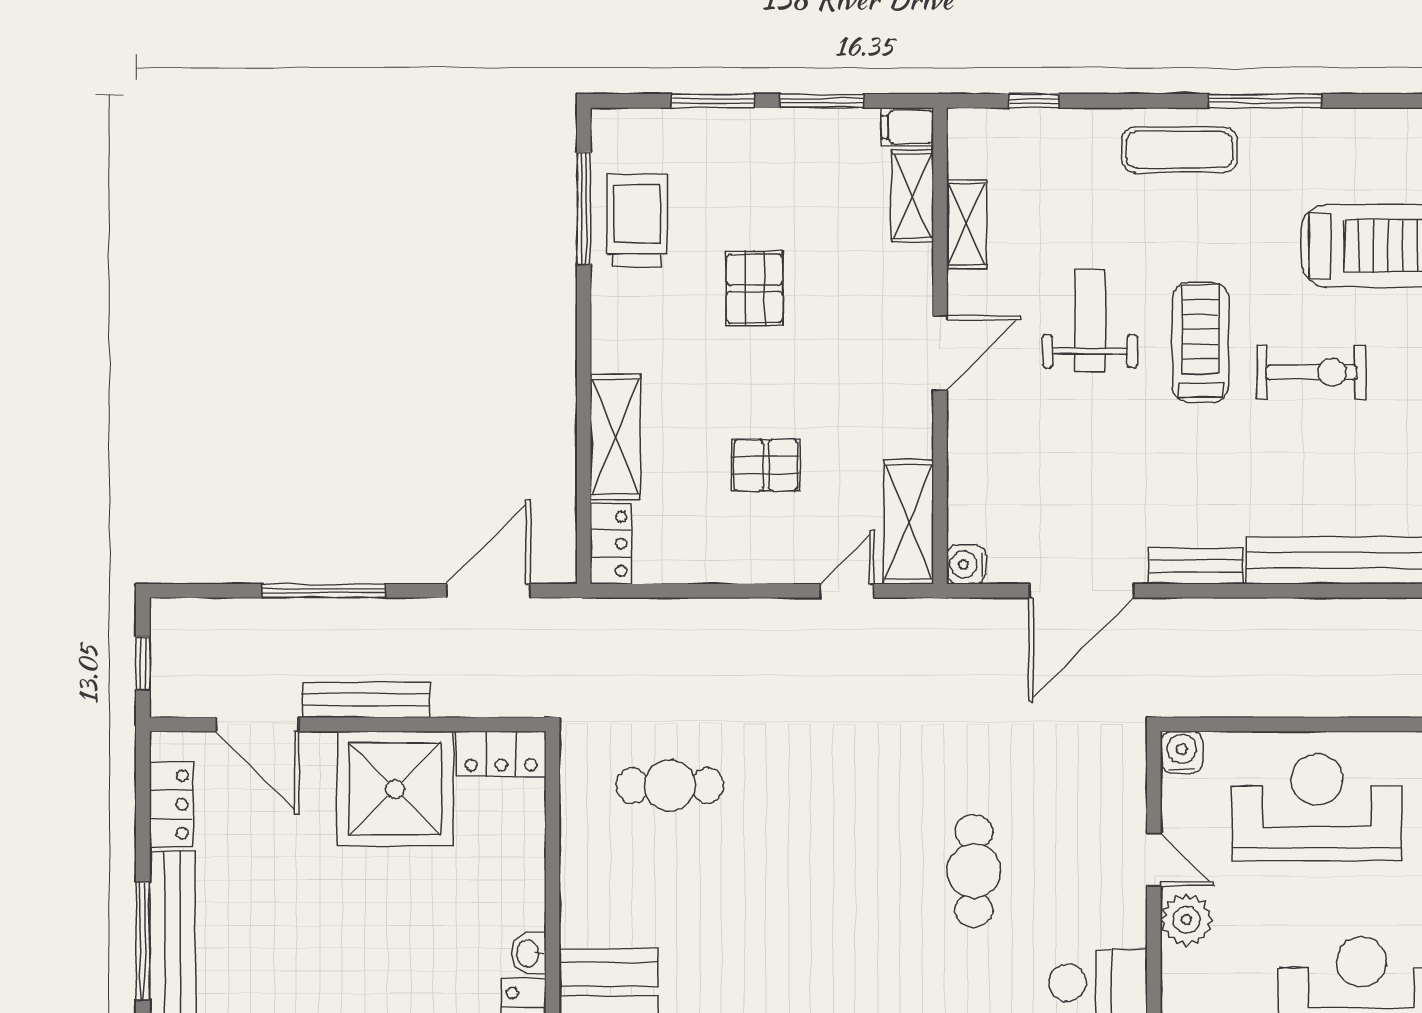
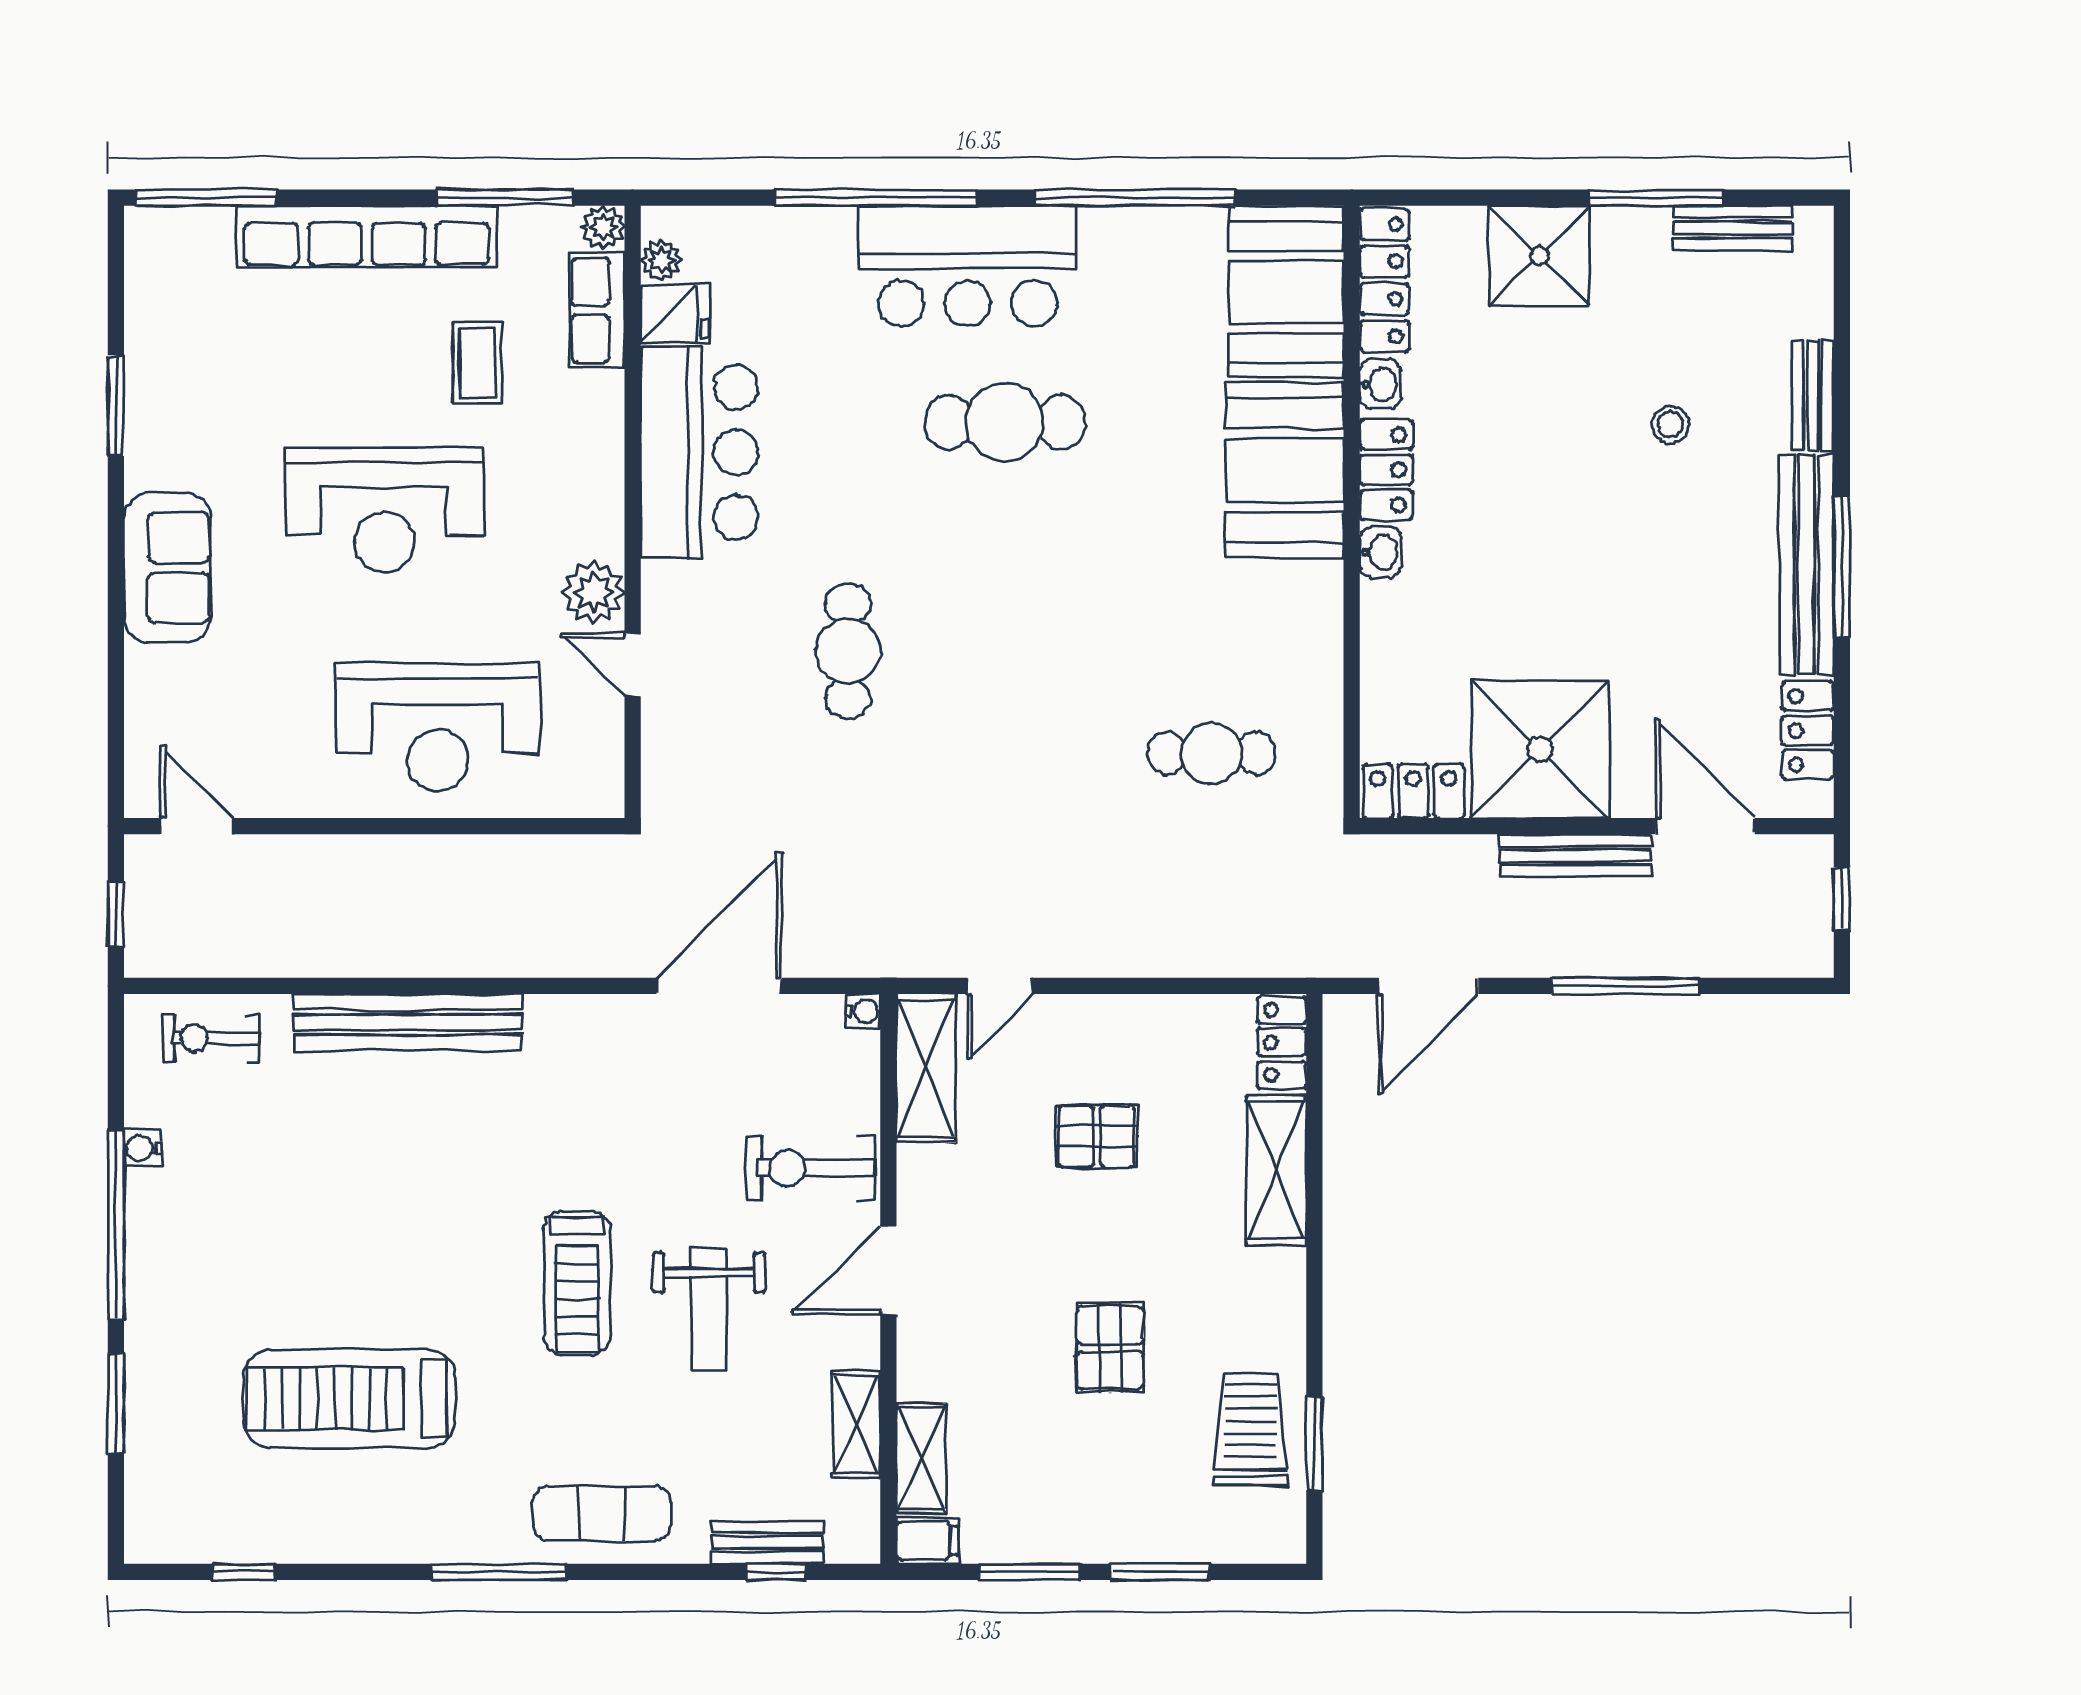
window: (584, 208) -> (1314, 1444), width x0.69
trolley: (637, 220) -> (1251, 1429), turned 180
exercise bike: (1311, 372) -> (810, 1168), moved
water cooler: (966, 564) -> (863, 1011), width x0.72, depth x0.72
bench: (1196, 566) -> (767, 1542), moved
water cooler: (1182, 752) -> (599, 793), removed

